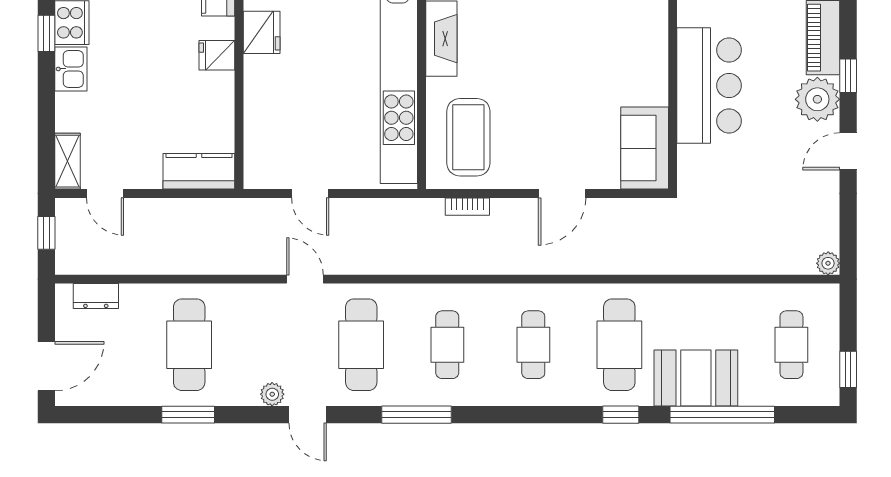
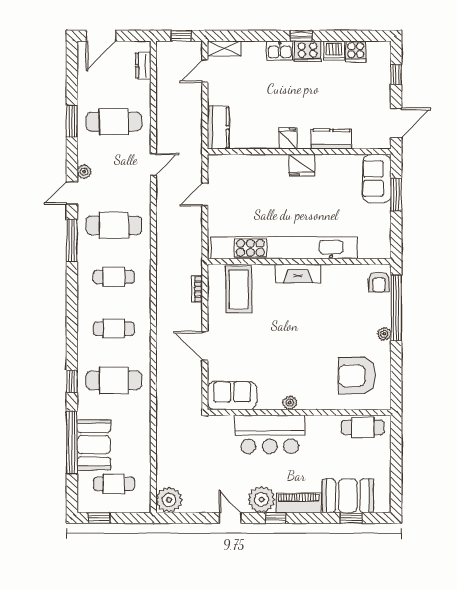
plant: (657, 52) -> (290, 403), added
coffee table: (468, 137) -> (239, 290), turned 90
plant: (828, 263) -> (169, 500), width x1.87, depth x1.87
door: (305, 279) -> (153, 164), moved
door: (46, 366) -> (101, 36), hinge flipped
booth: (696, 378) -> (94, 445), moved
window: (416, 415) -> (72, 241), moved

